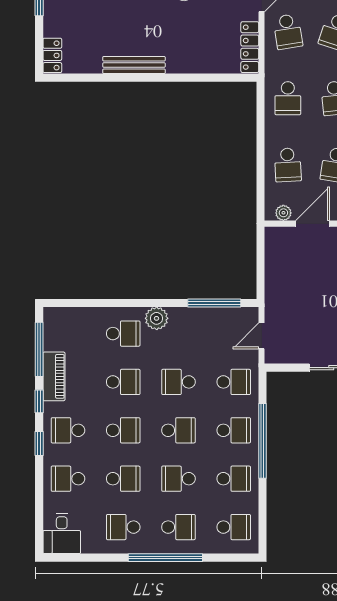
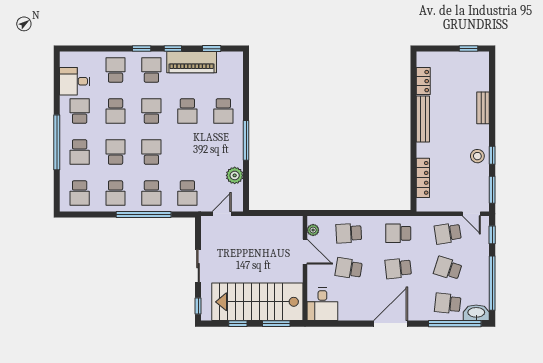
locker: (250, 47) -> (423, 178), moved, turned 90
locker: (52, 55) -> (423, 81), moved, turned -90
window: (214, 303) -> (246, 140), moved
plant: (157, 318) -> (235, 175), moved
door: (262, 336) -> (222, 214), hinge flipped
window: (39, 349) -> (212, 49), width x0.46
piano: (54, 376) -> (192, 62), width x1.37, depth x1.33
school desk: (178, 382) -> (187, 152), removed
school desk: (123, 430) -> (151, 111), turned 180
school desk: (178, 430) -> (151, 152), turned 180
desk: (62, 534) -> (75, 81), moved

